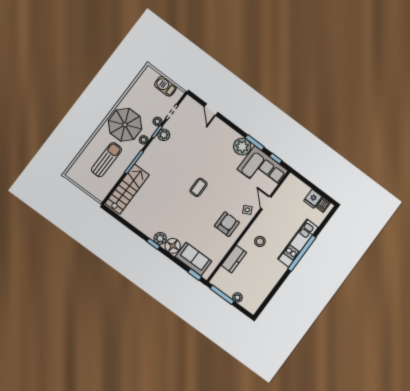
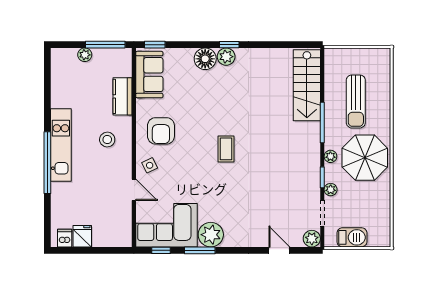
plant: (164, 135) -> (312, 239), moved
kitchen unit: (298, 243) -> (61, 145), moved
sofa: (193, 259) -> (149, 75), moved, turned -90

